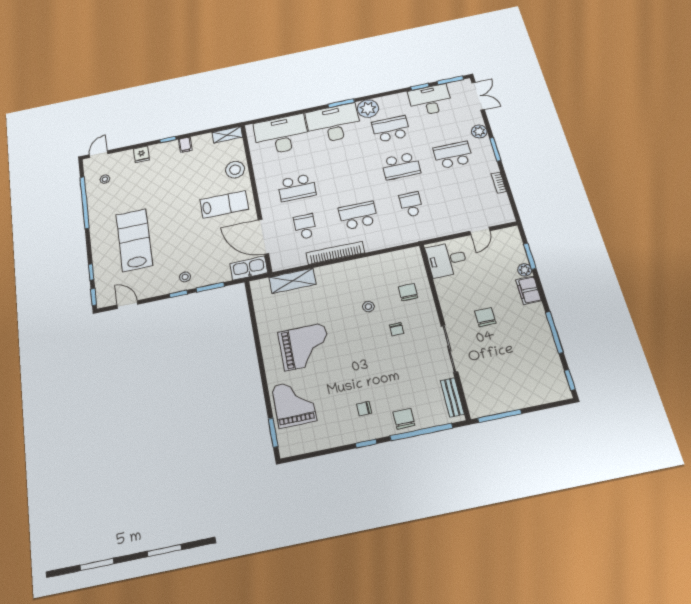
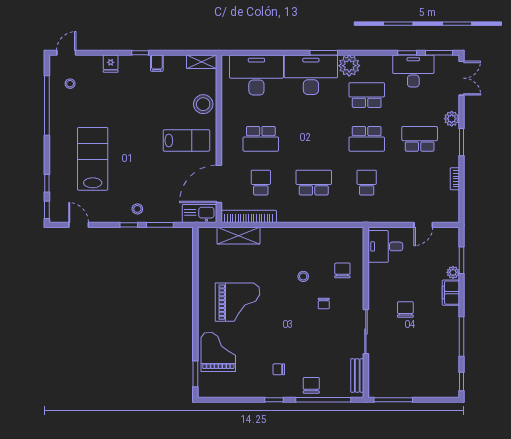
door: (263, 237) -> (219, 184), hinge flipped
bookcase: (335, 253) -> (249, 216), moved

